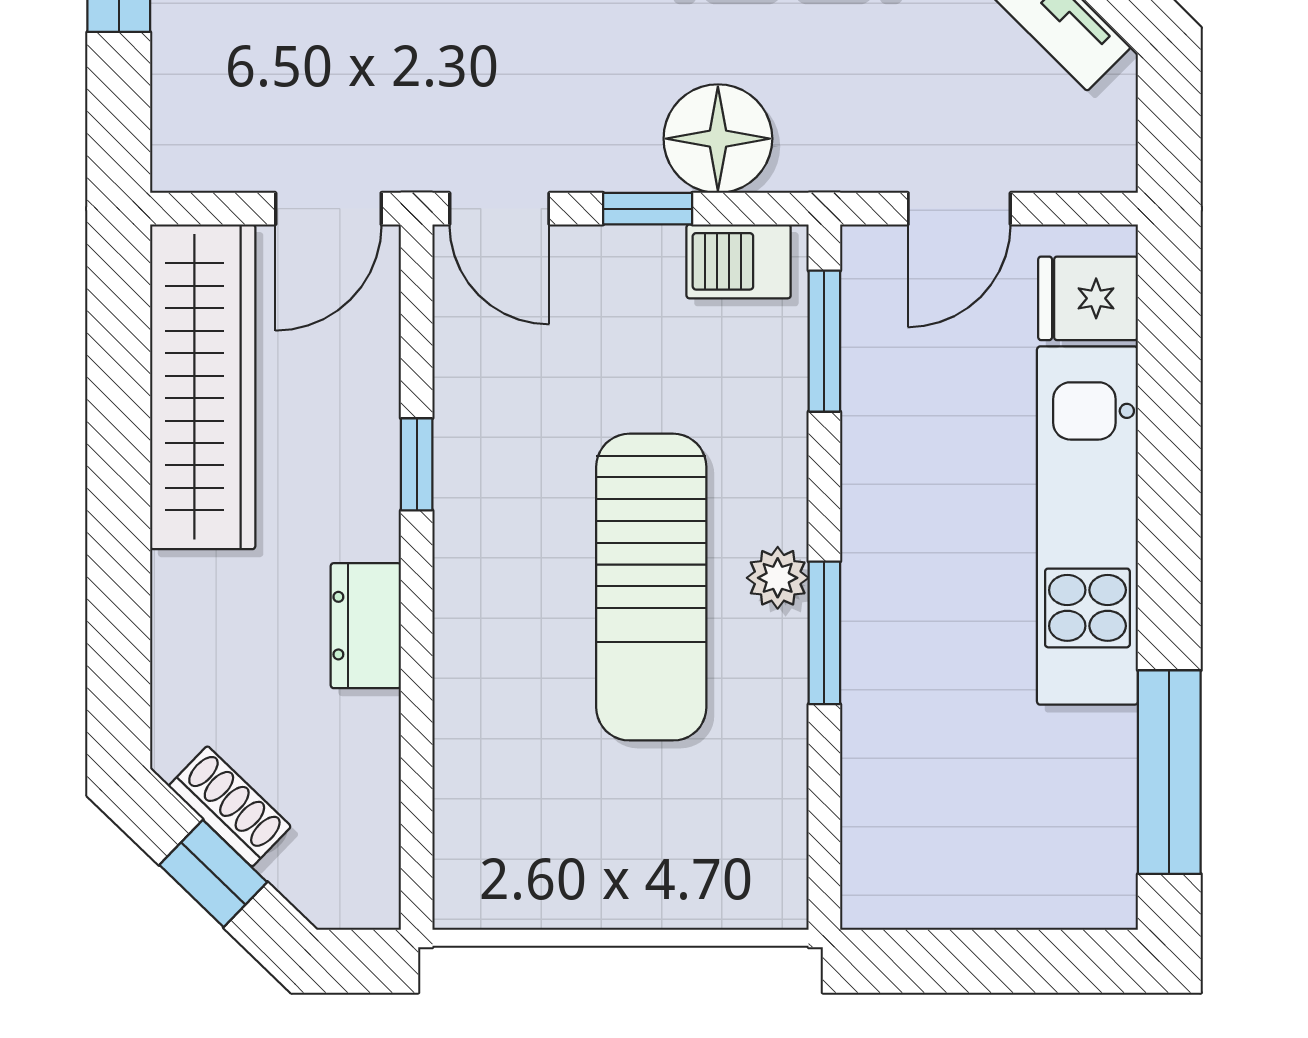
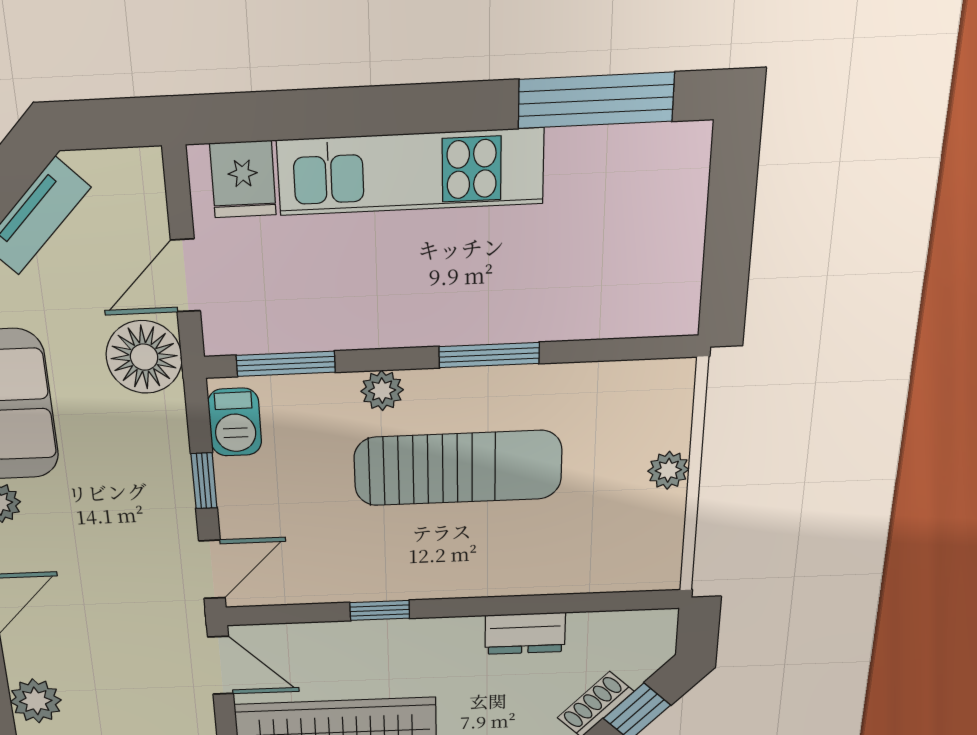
floor lamp: (718, 139) -> (144, 357), moved
door: (959, 209) -> (186, 276), swing flipped
plant: (778, 578) -> (382, 391), moved
dresser: (366, 626) -> (525, 633), moved
plant: (634, 899) -> (668, 470), added

